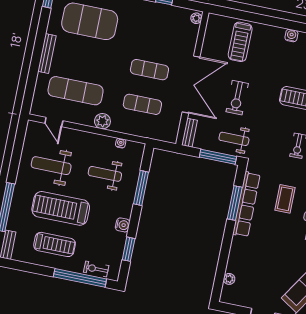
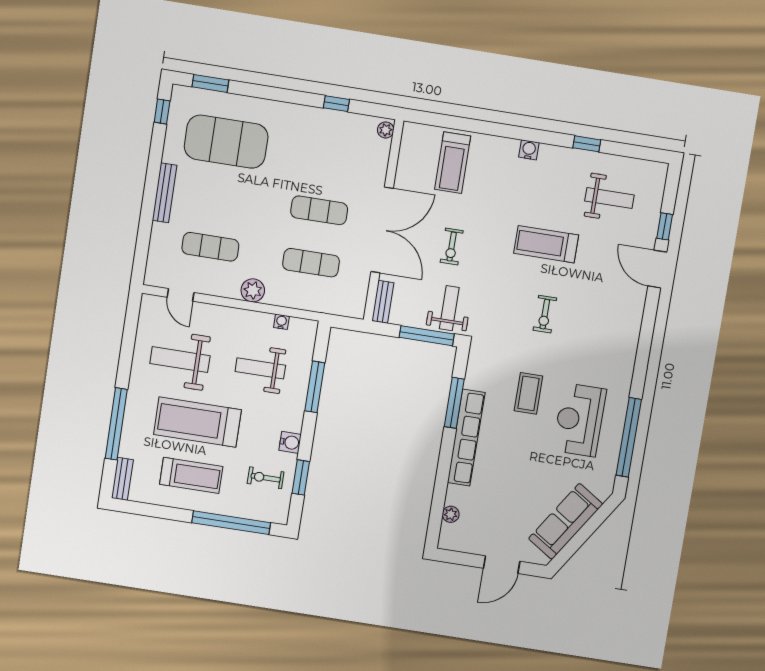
exercise mat: (76, 91) -> (210, 247), width x0.73, depth x0.69
exercise bike: (237, 98) -> (452, 247), width x0.73, depth x0.72
weight bench: (234, 139) -> (449, 308), turned 90
row of seats: (246, 204) -> (466, 438), moved
exercise bike: (96, 269) -> (266, 478), moved

